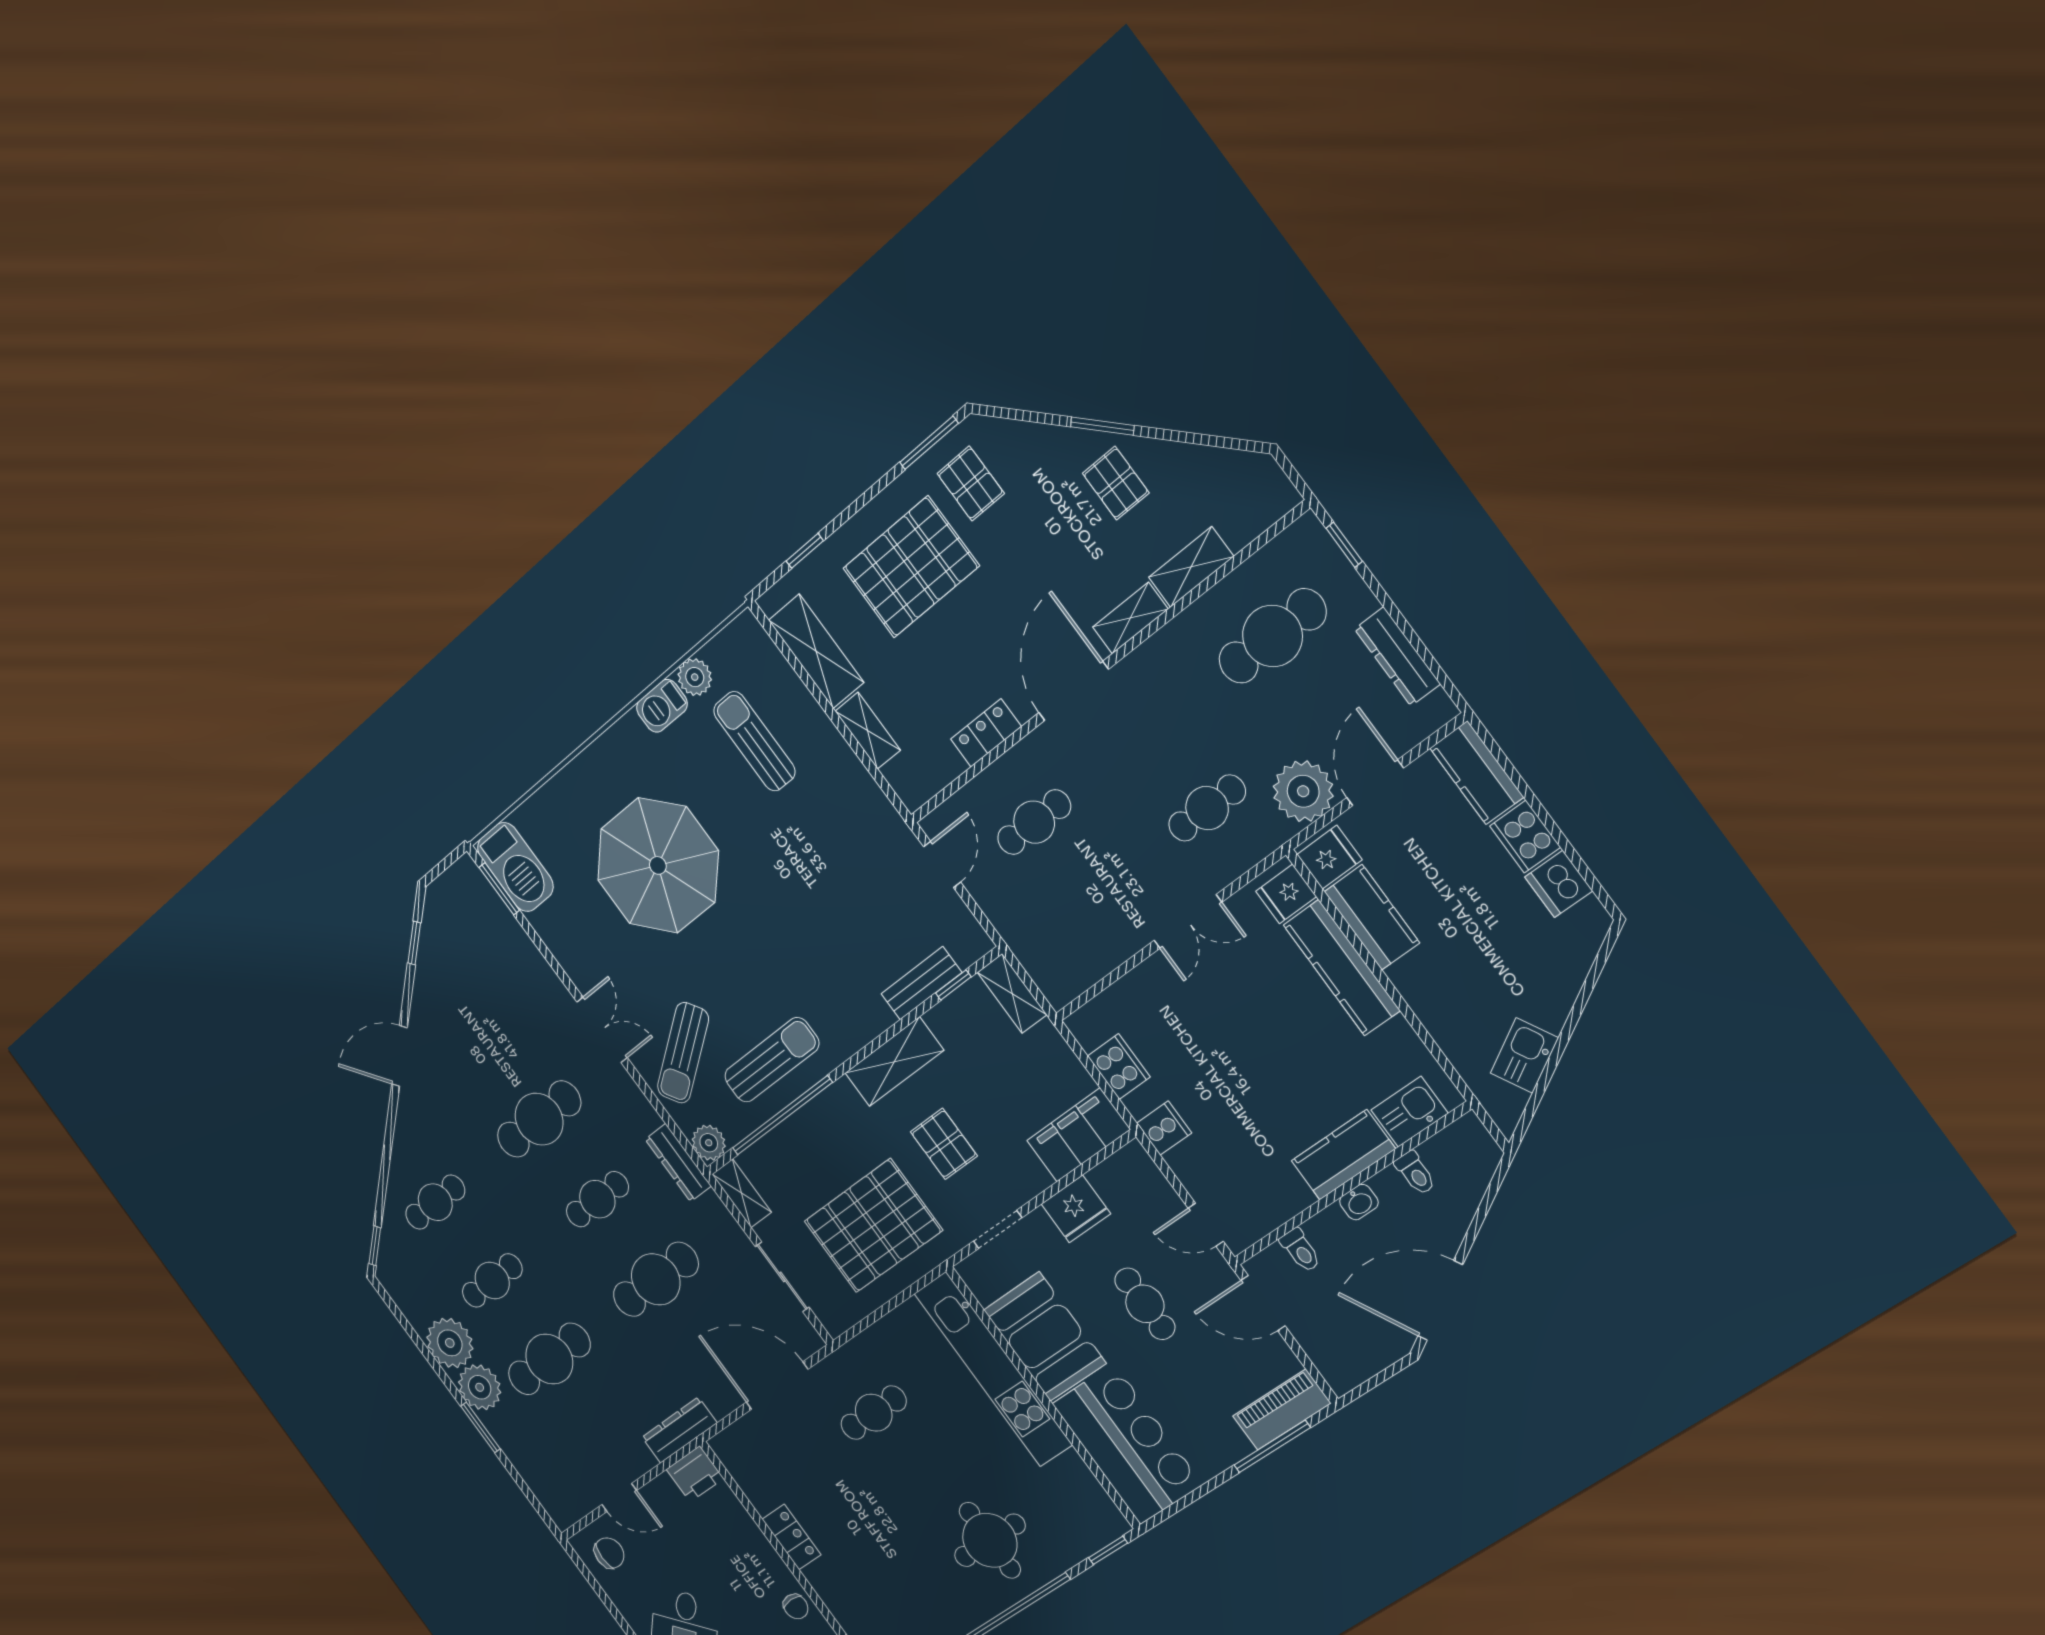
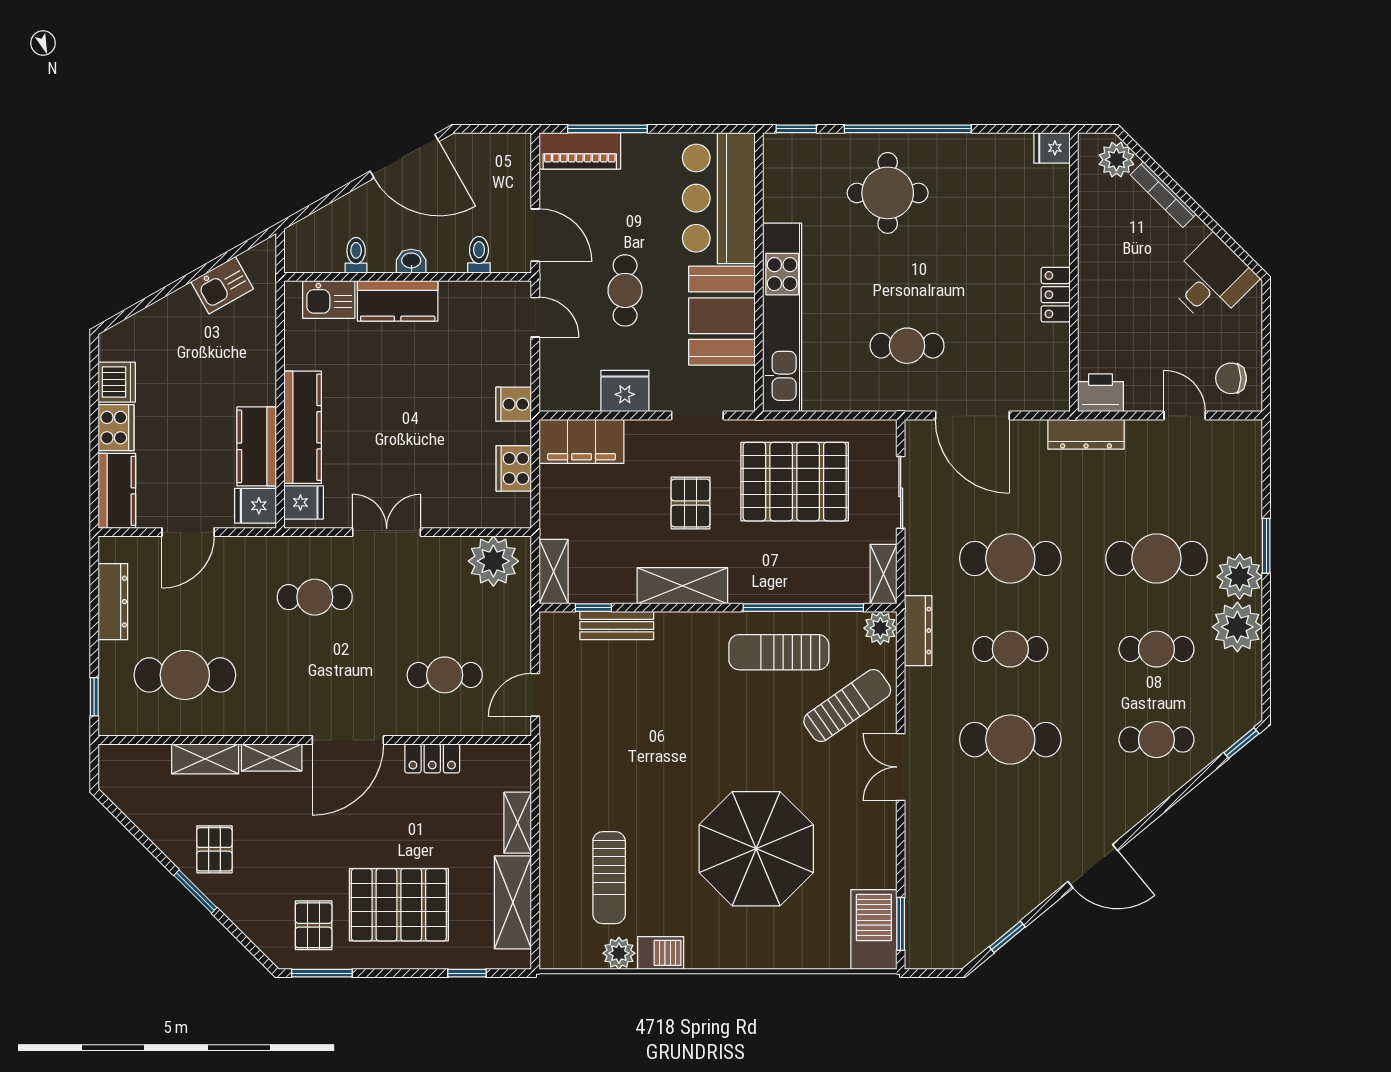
plant: (1303, 791) -> (493, 561), moved
chair: (796, 1607) -> (1097, 239), removed

